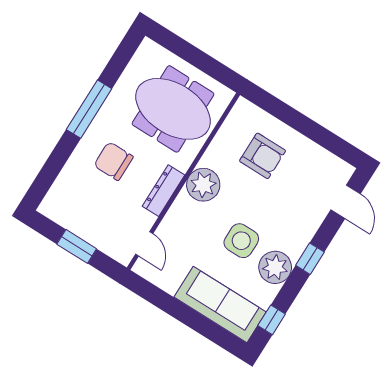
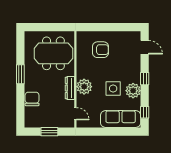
window: (89, 109) -> (20, 74), width x0.69
chair: (113, 161) -> (32, 99), moved, turned 90
plant: (203, 185) -> (84, 87), moved

